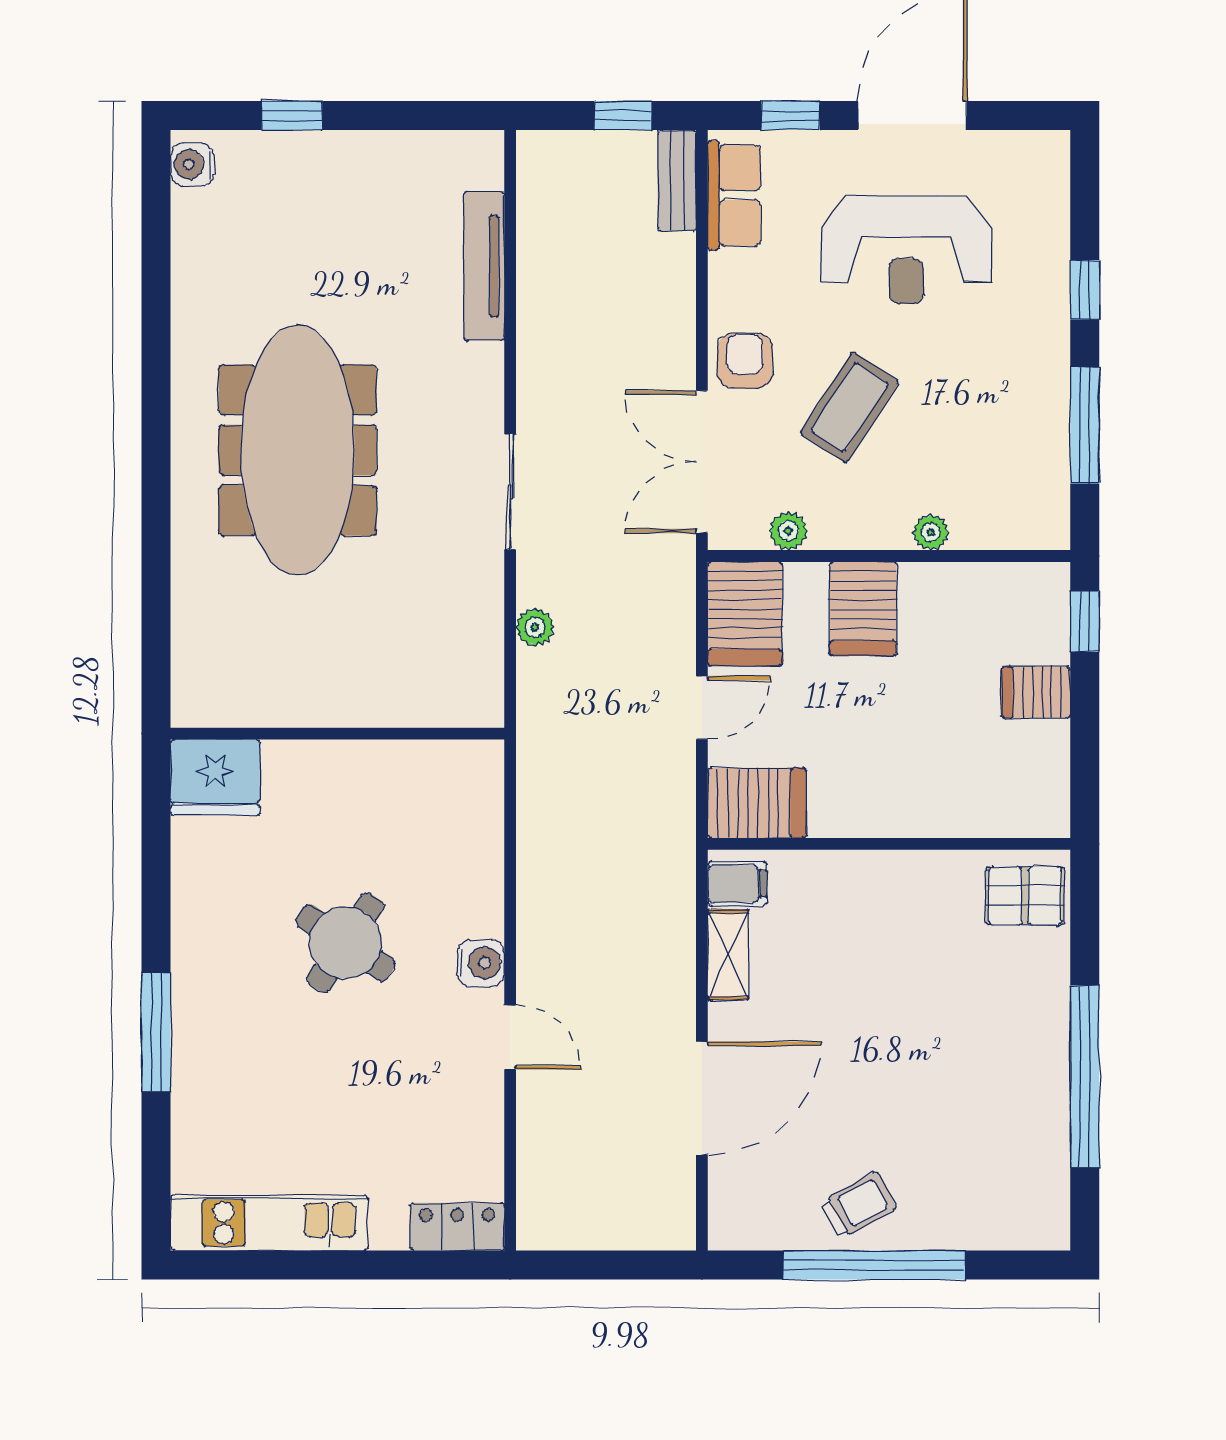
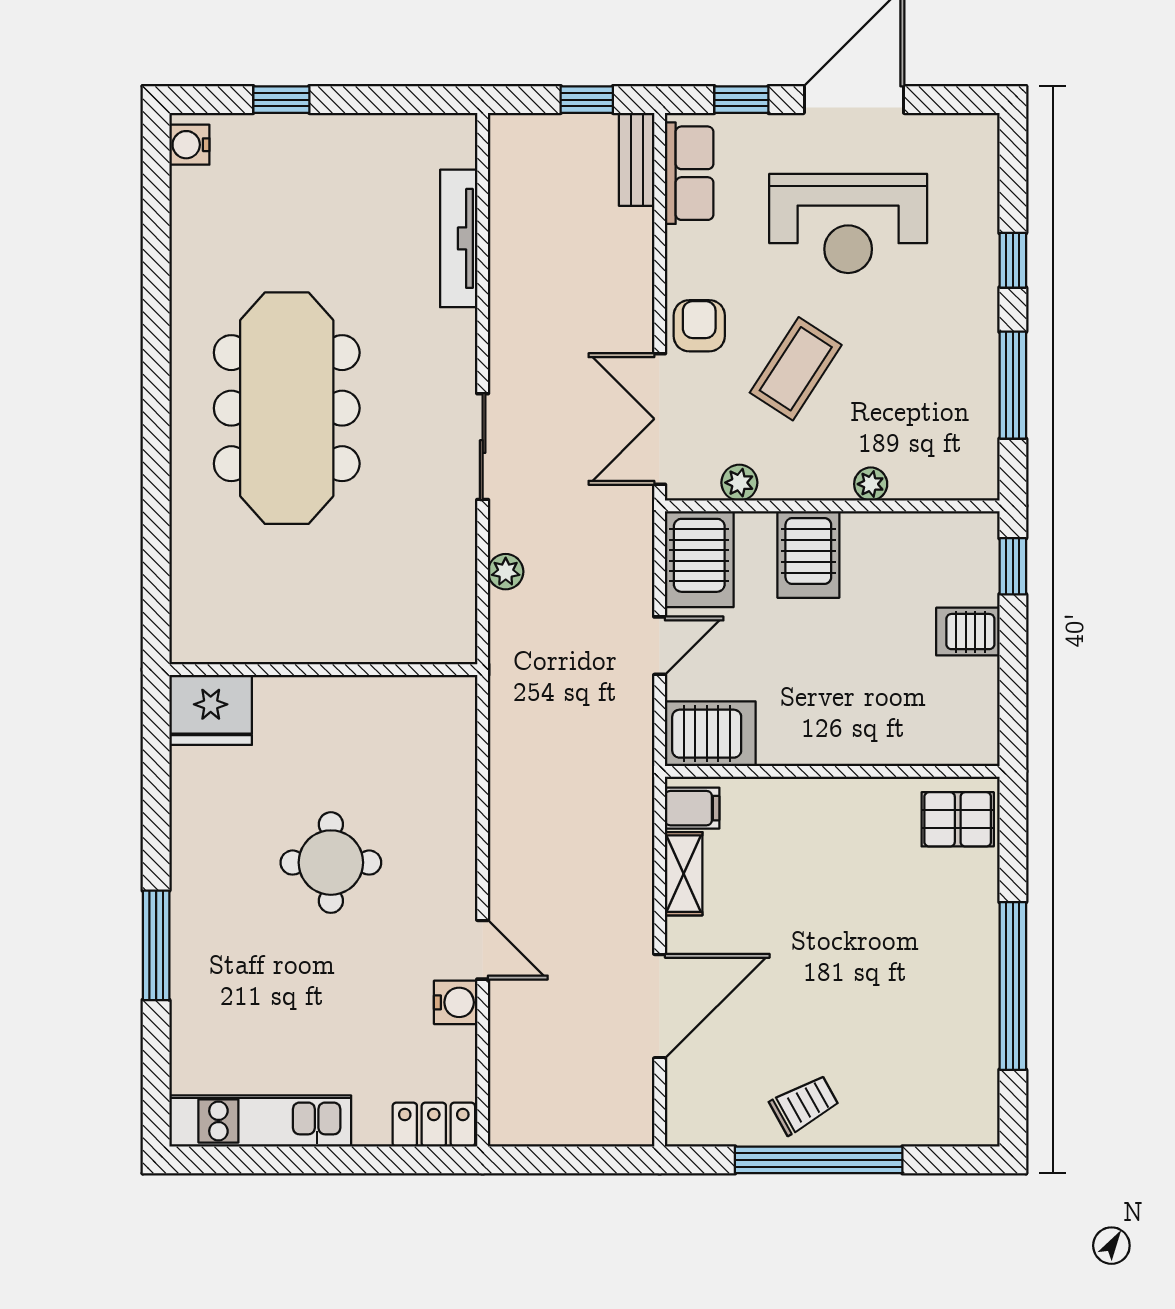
round table: (346, 943) -> (331, 863), turned -34
water cooler: (481, 963) -> (456, 1002), moved

